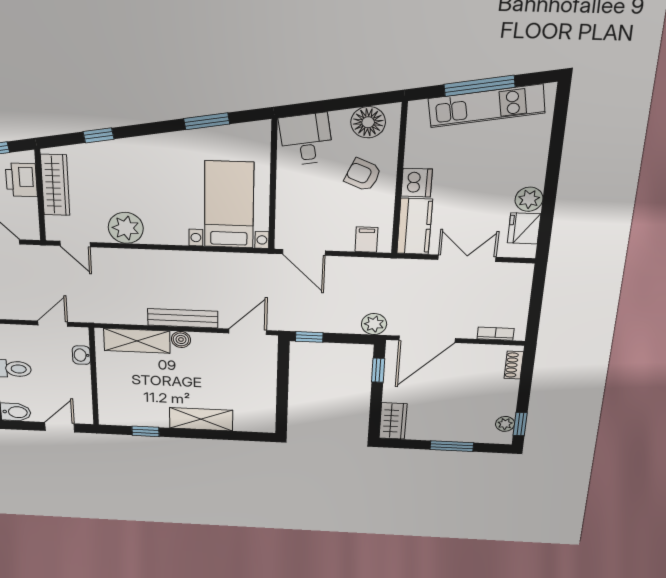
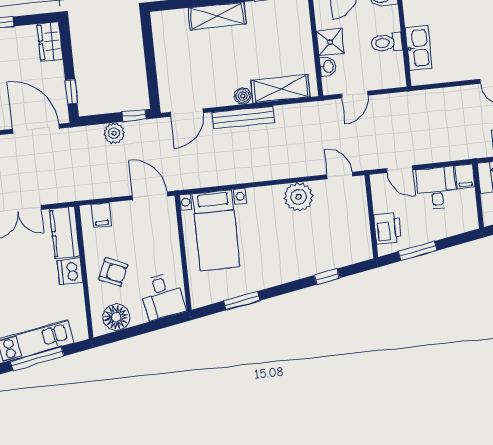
wardrobe: (55, 185) -> (359, 228), removed
plant: (374, 324) -> (114, 133), moved
door: (427, 339) -> (36, 129), hinge flipped
shower: (77, 378) -> (330, 42), added

